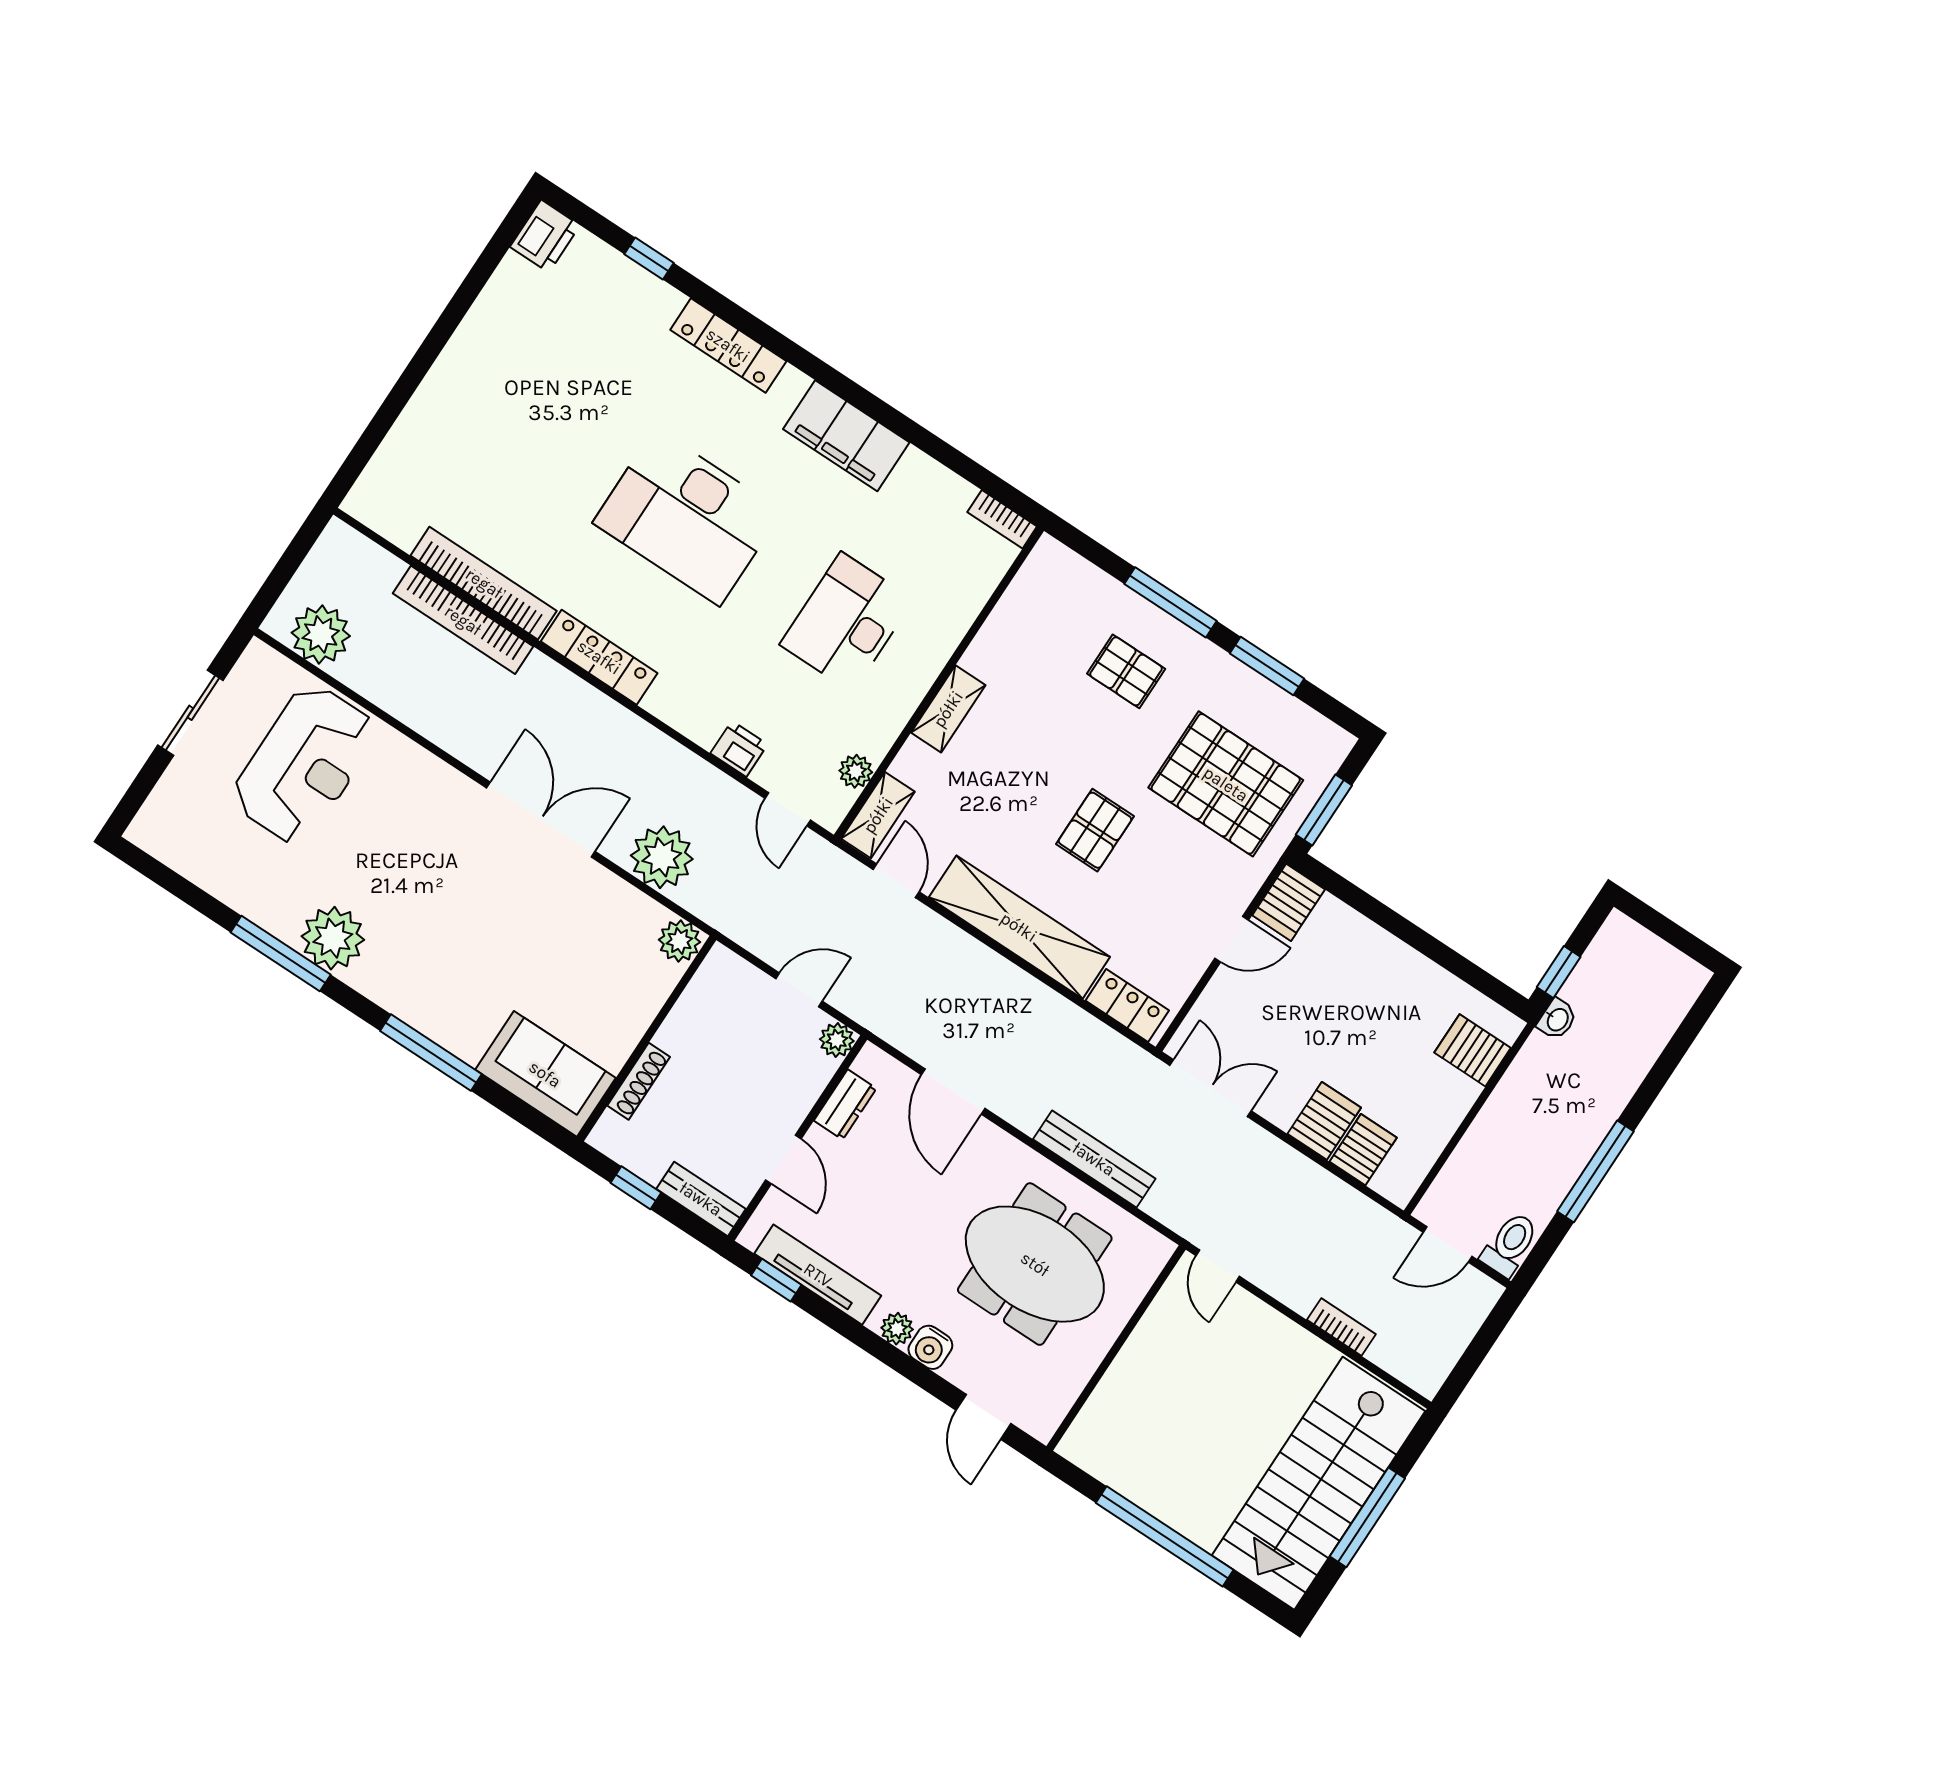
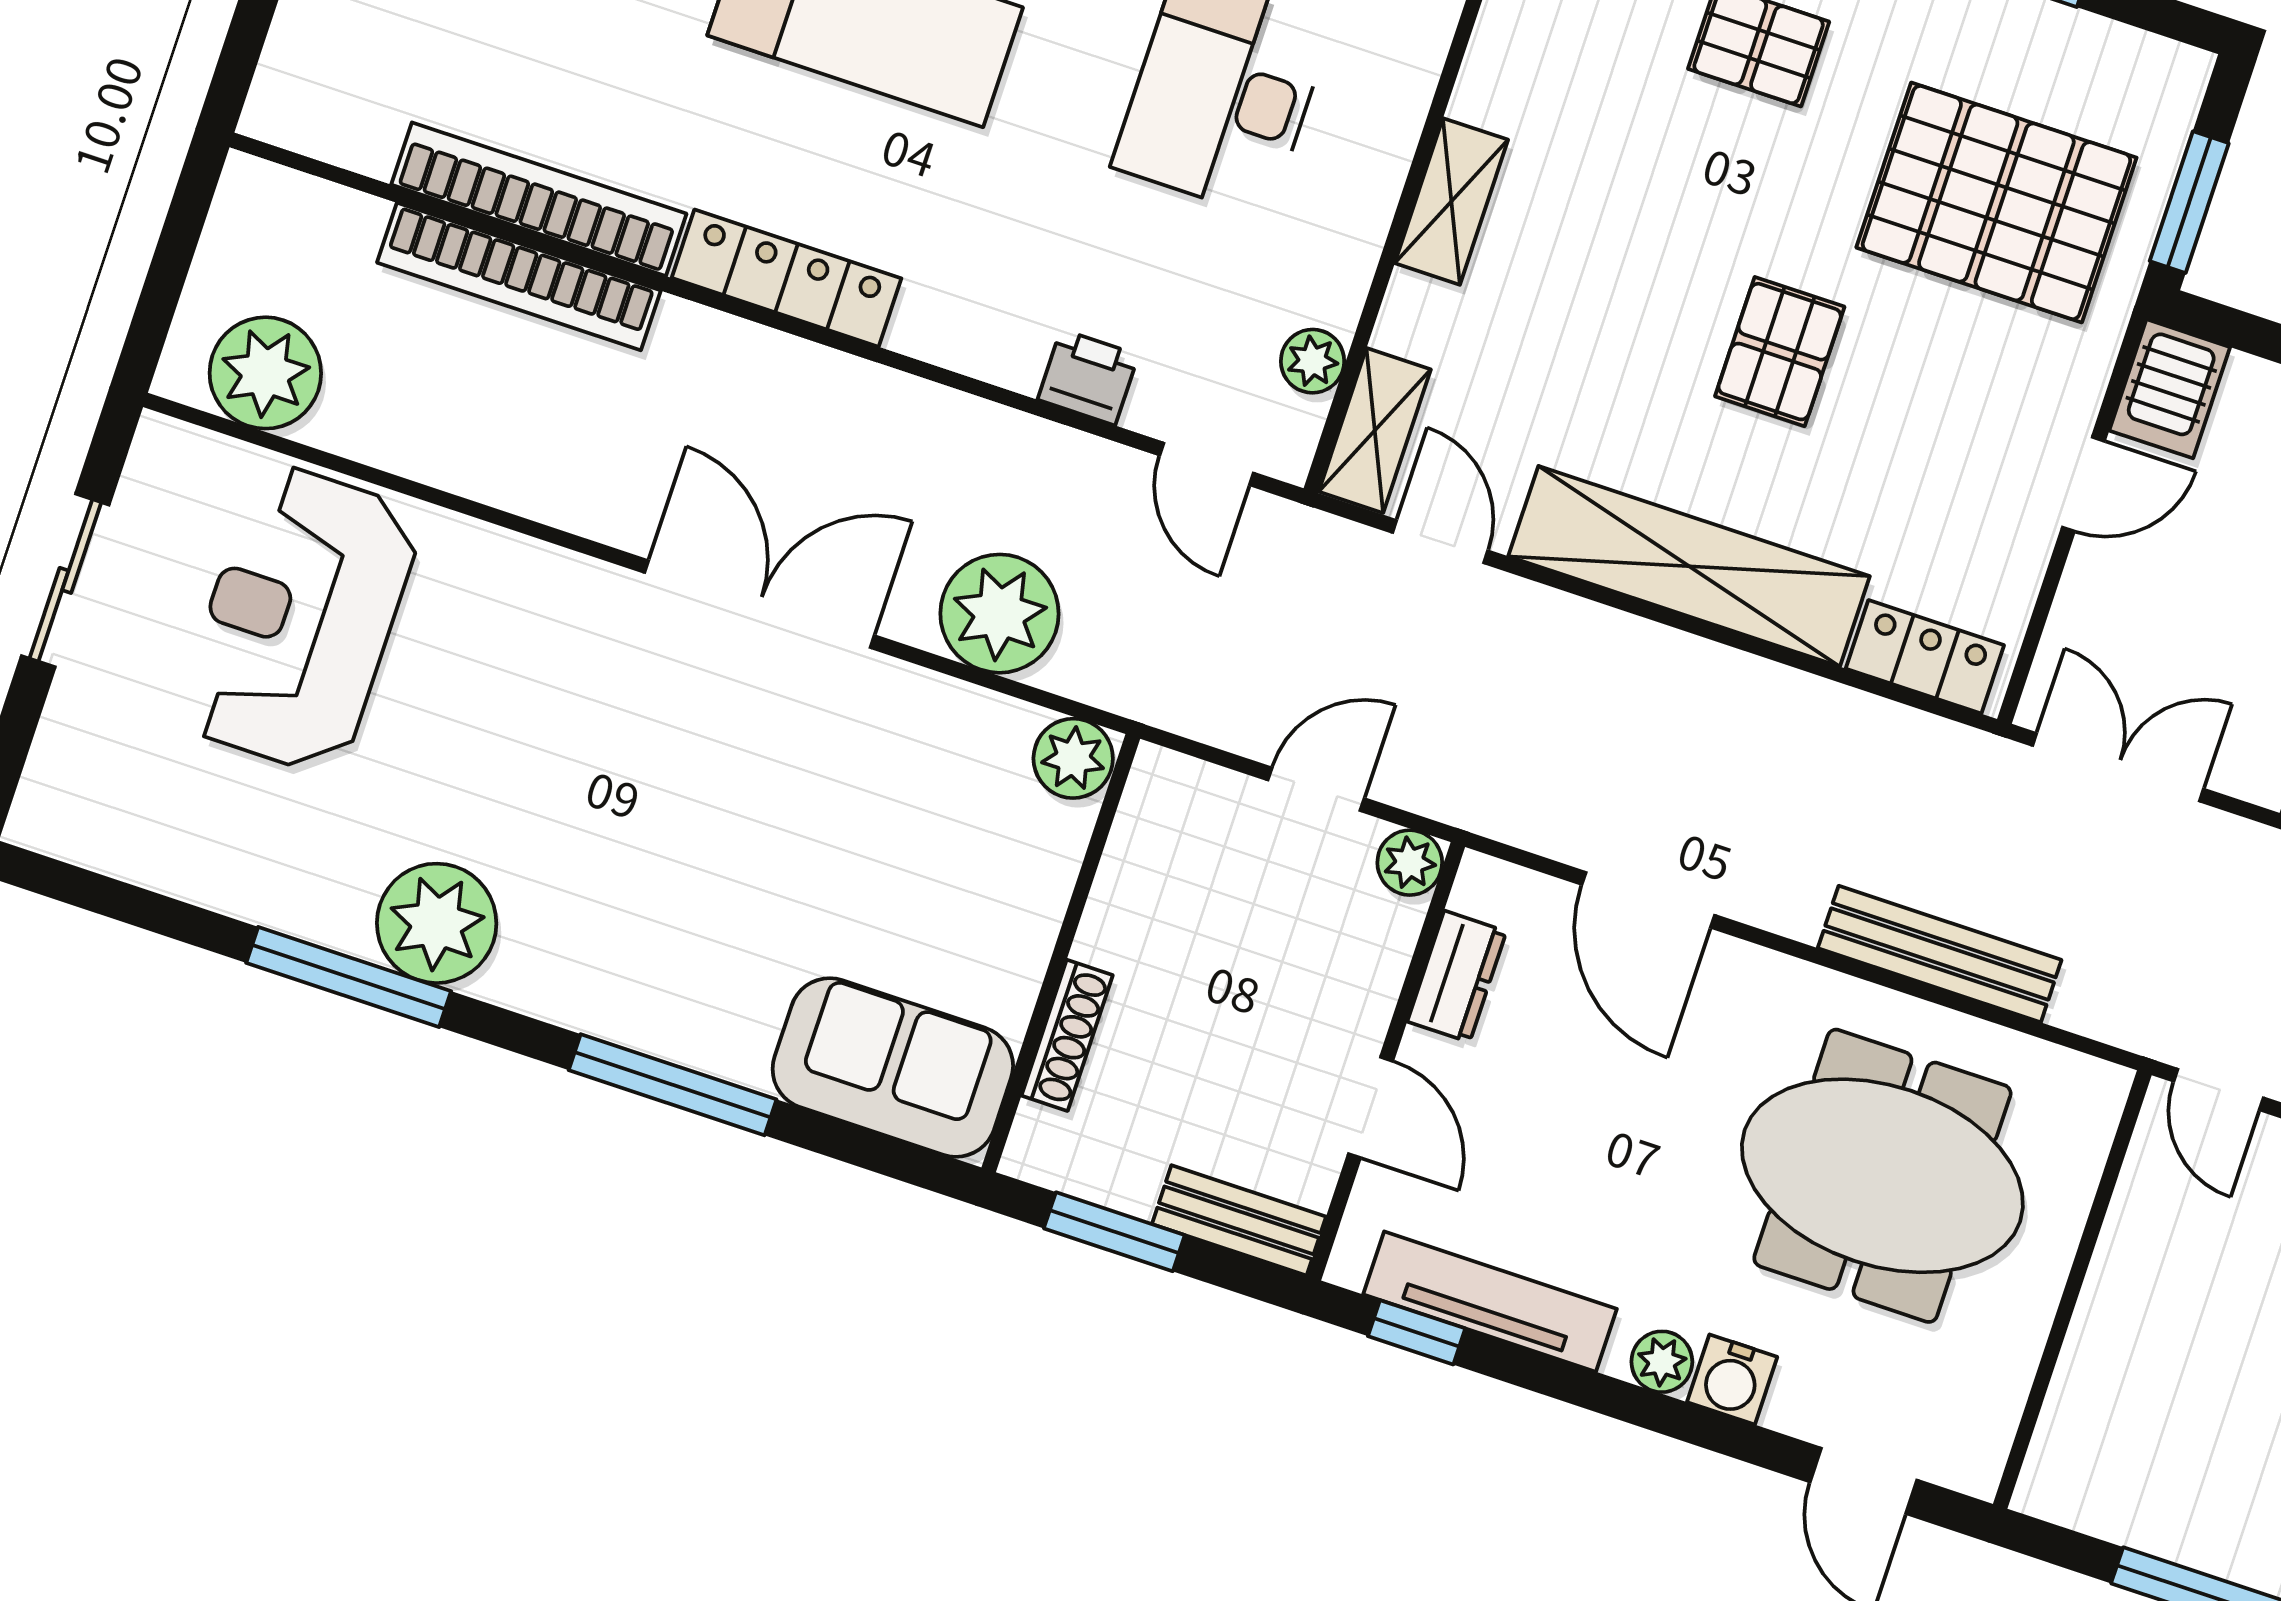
reception desk: (304, 764) -> (299, 619), turned 180
window: (636, 1188) -> (1114, 1232), width x1.50

